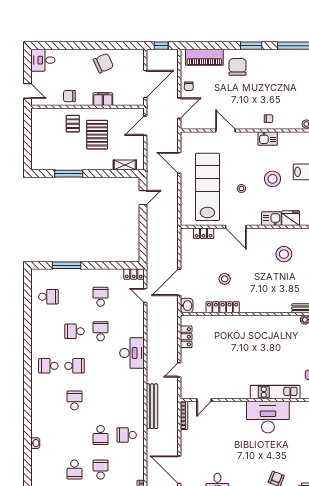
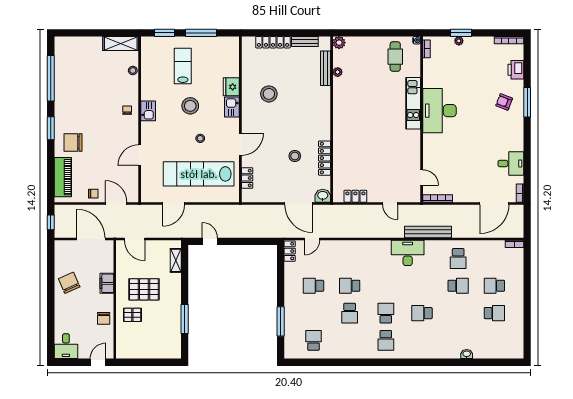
desk: (132, 353) -> (408, 253), moved

